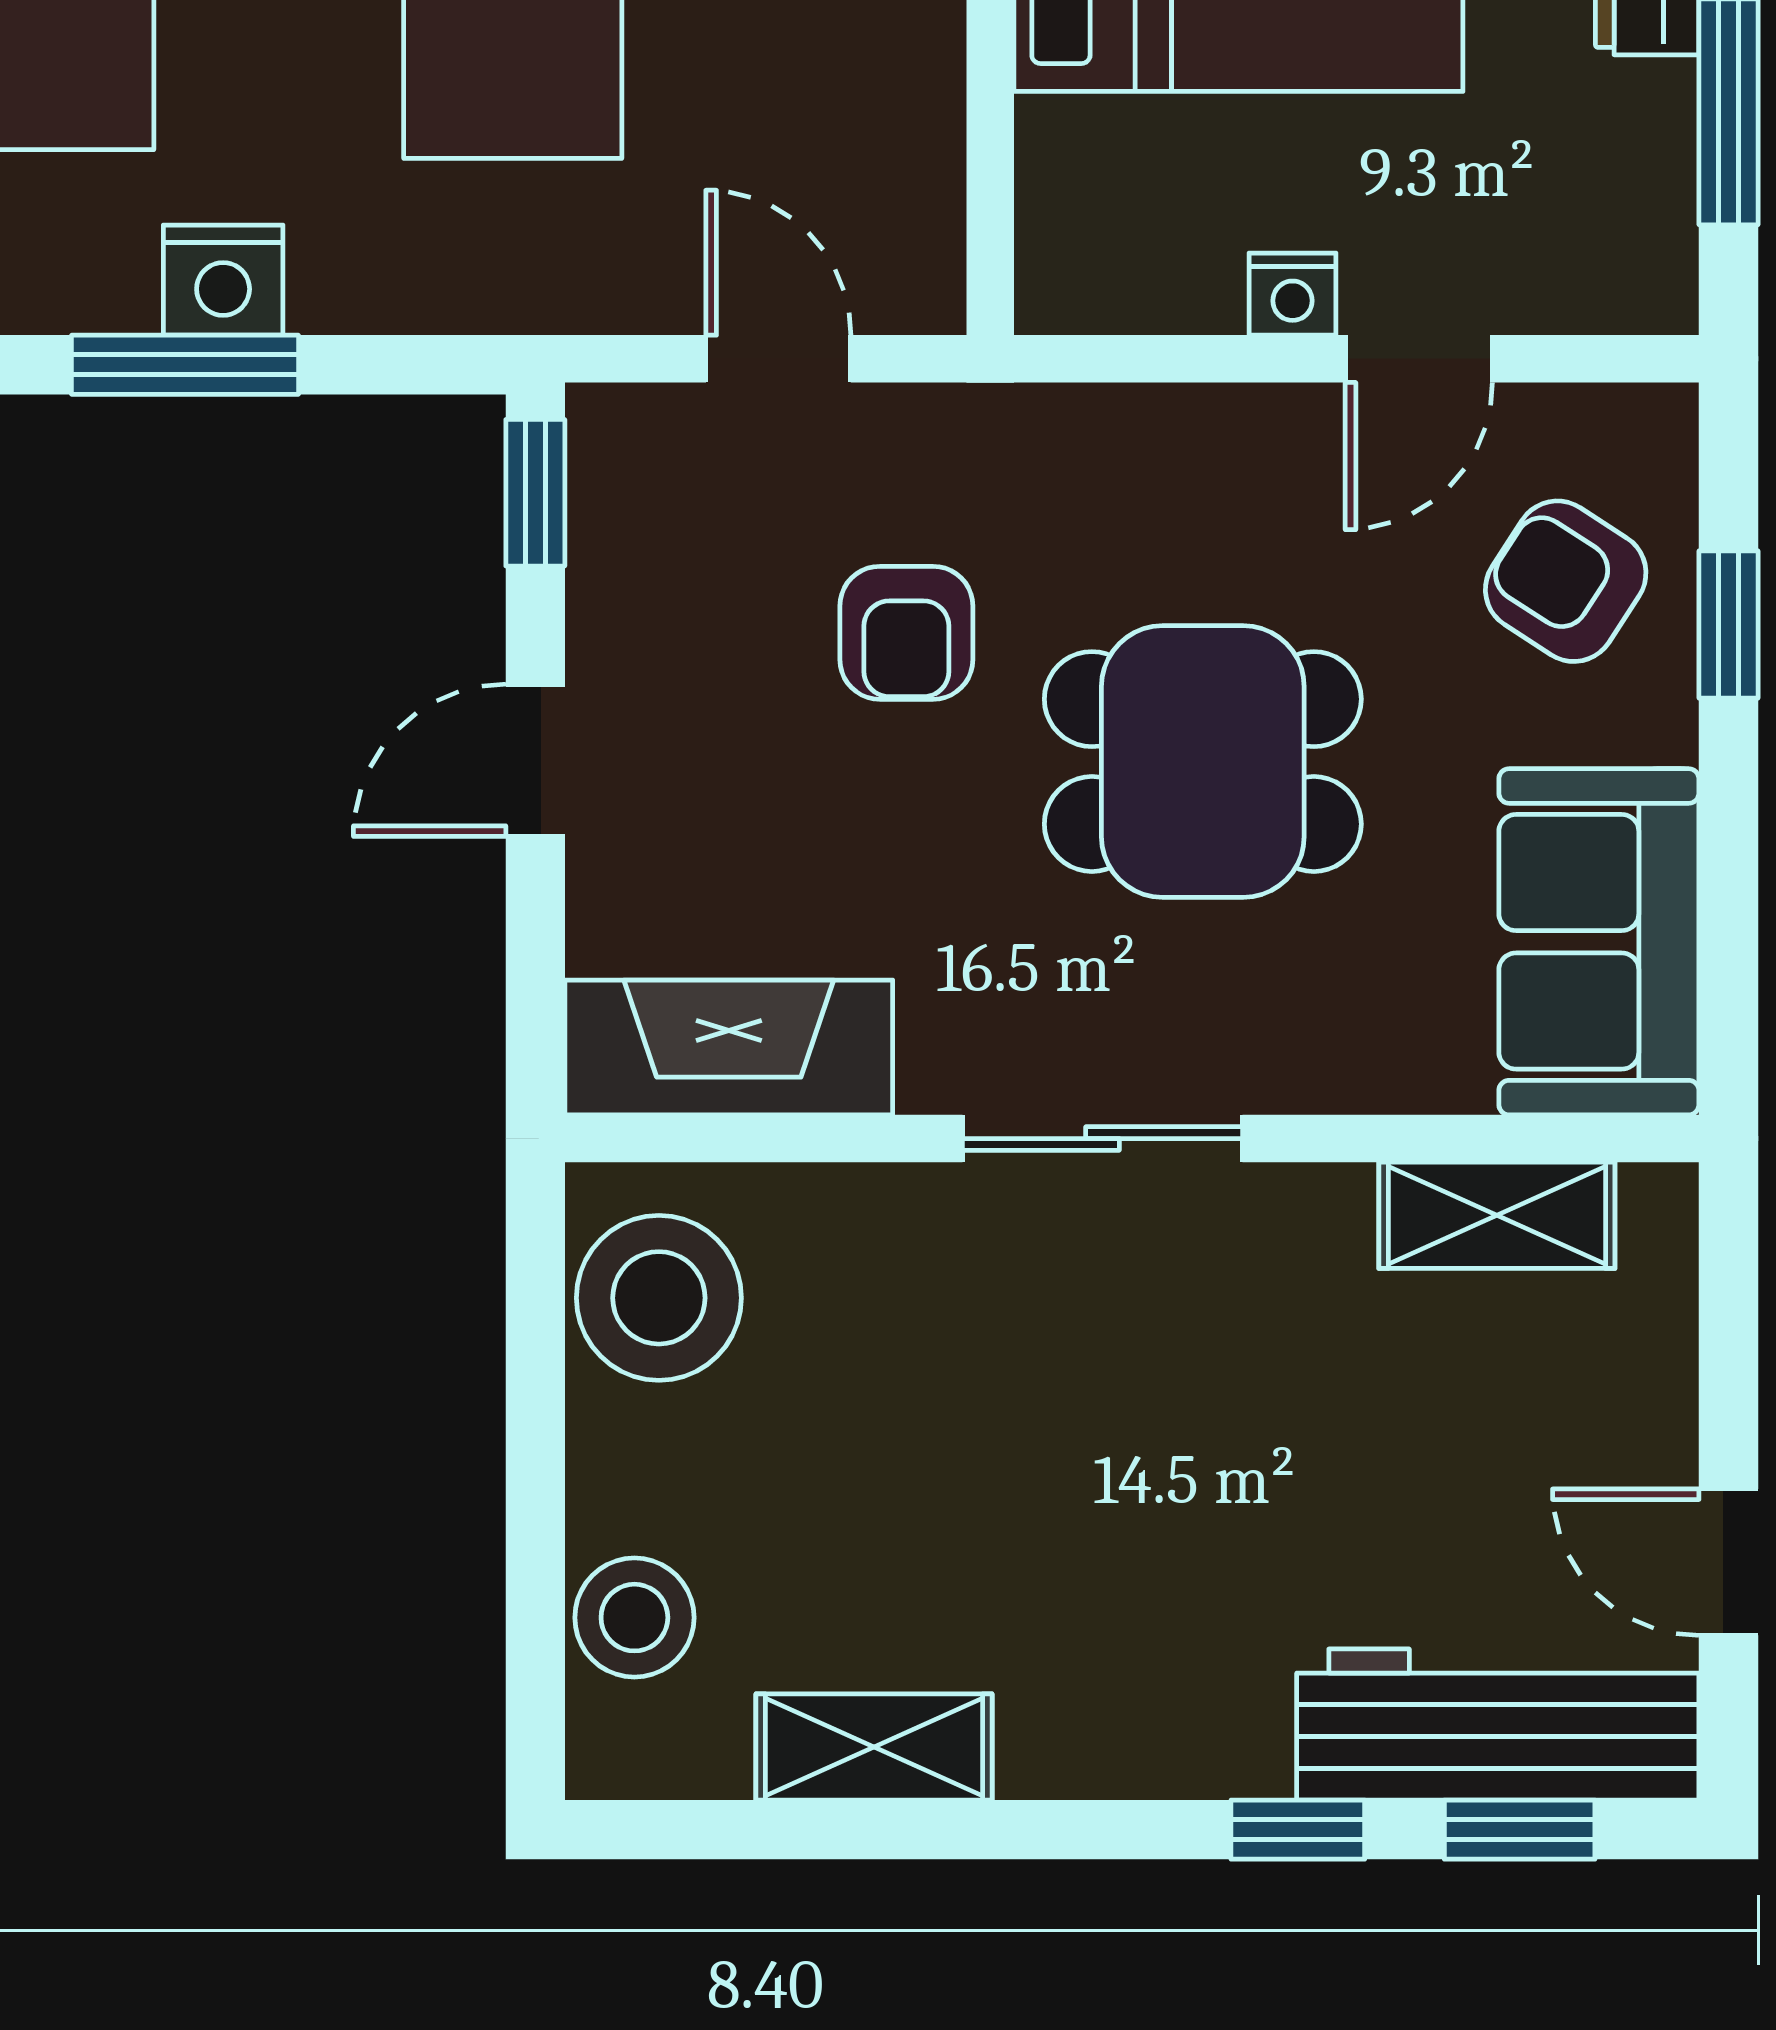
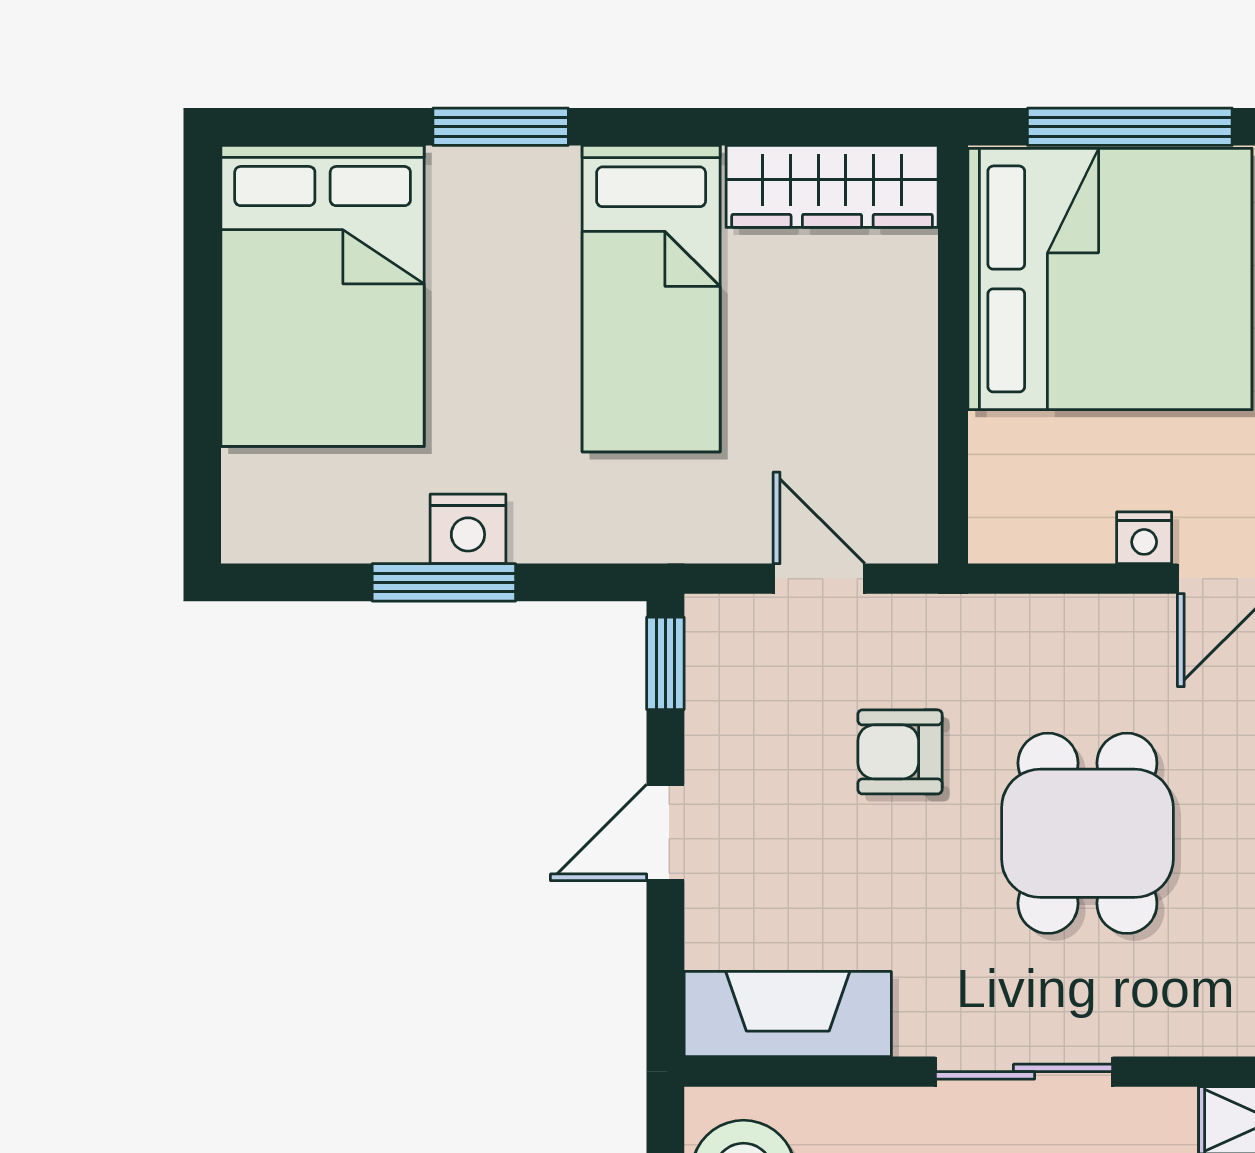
armchair: (906, 633) -> (900, 752), turned 90
dining table: (1203, 762) -> (1087, 833), turned 90

